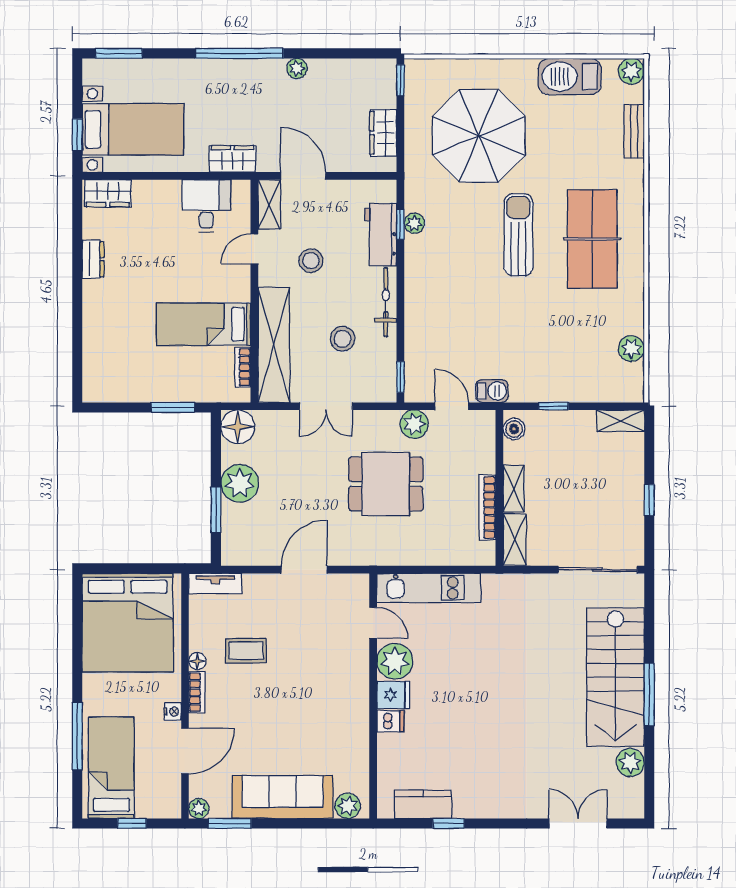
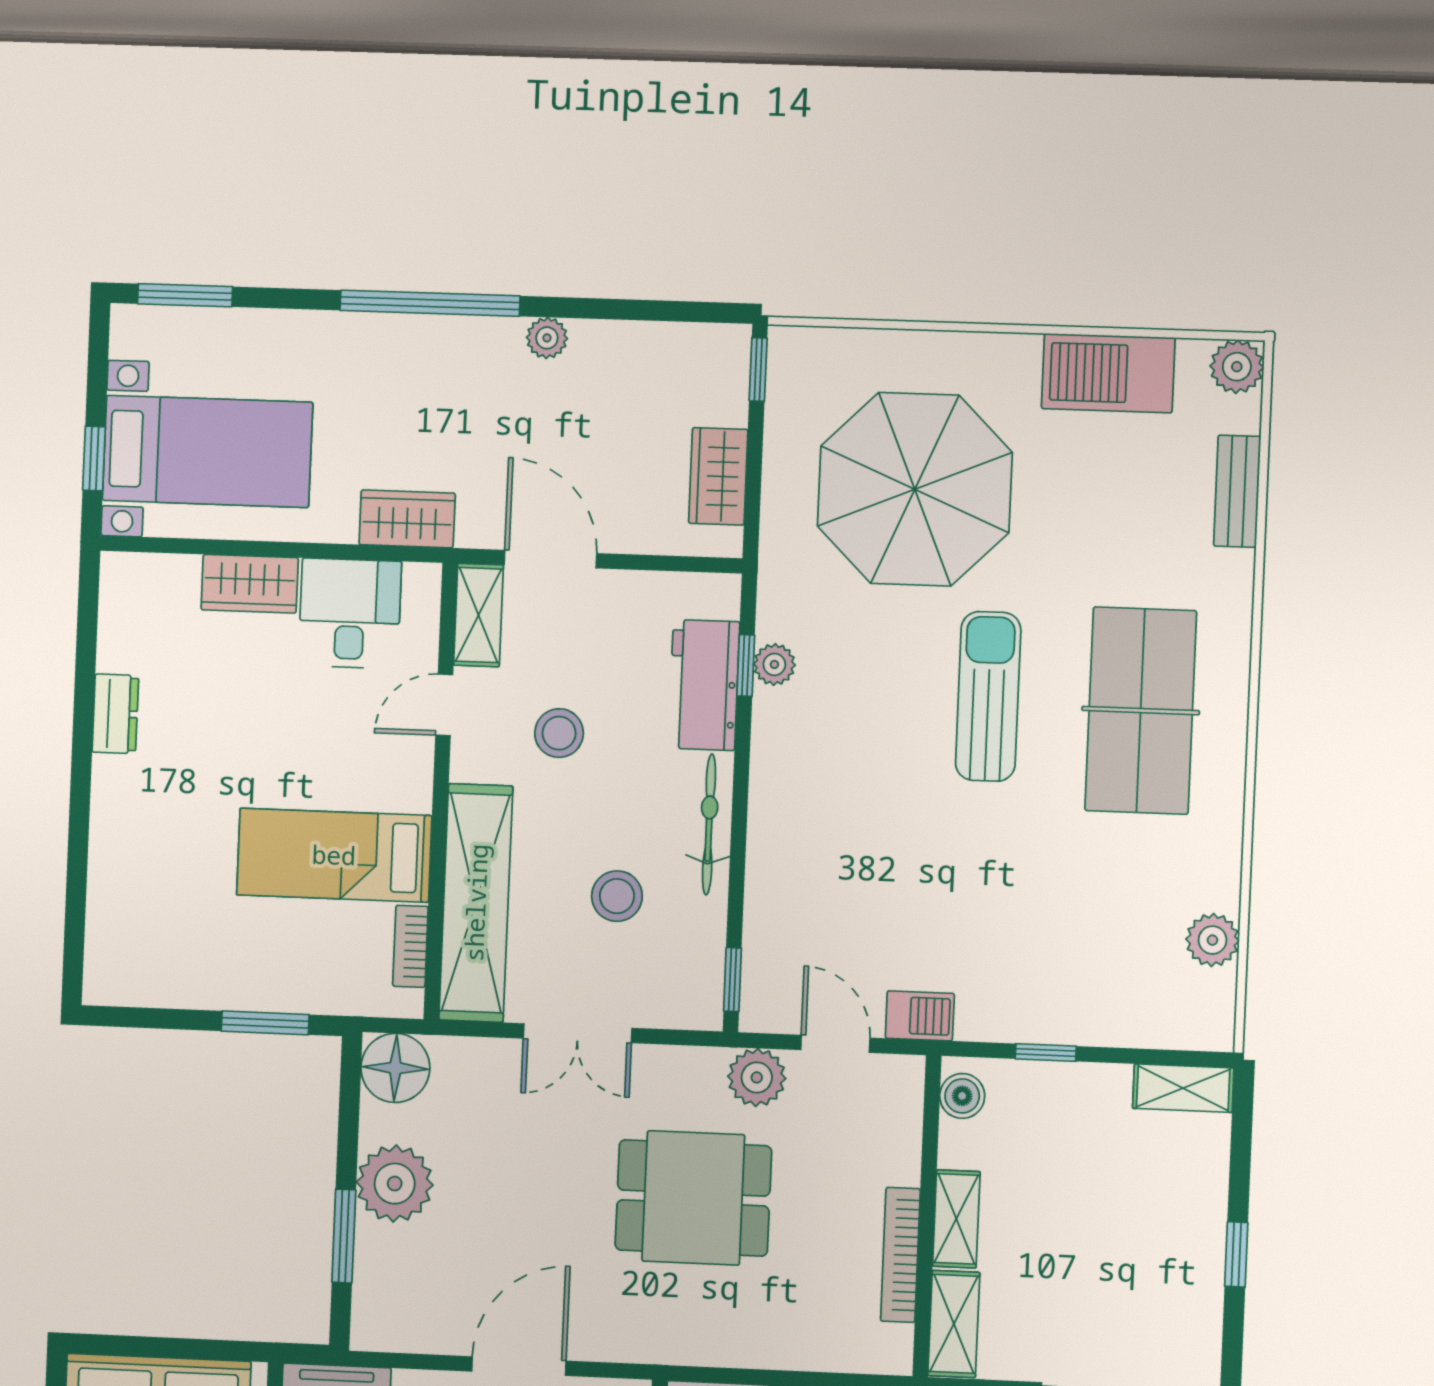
wardrobe: (108, 193) -> (250, 584), moved

